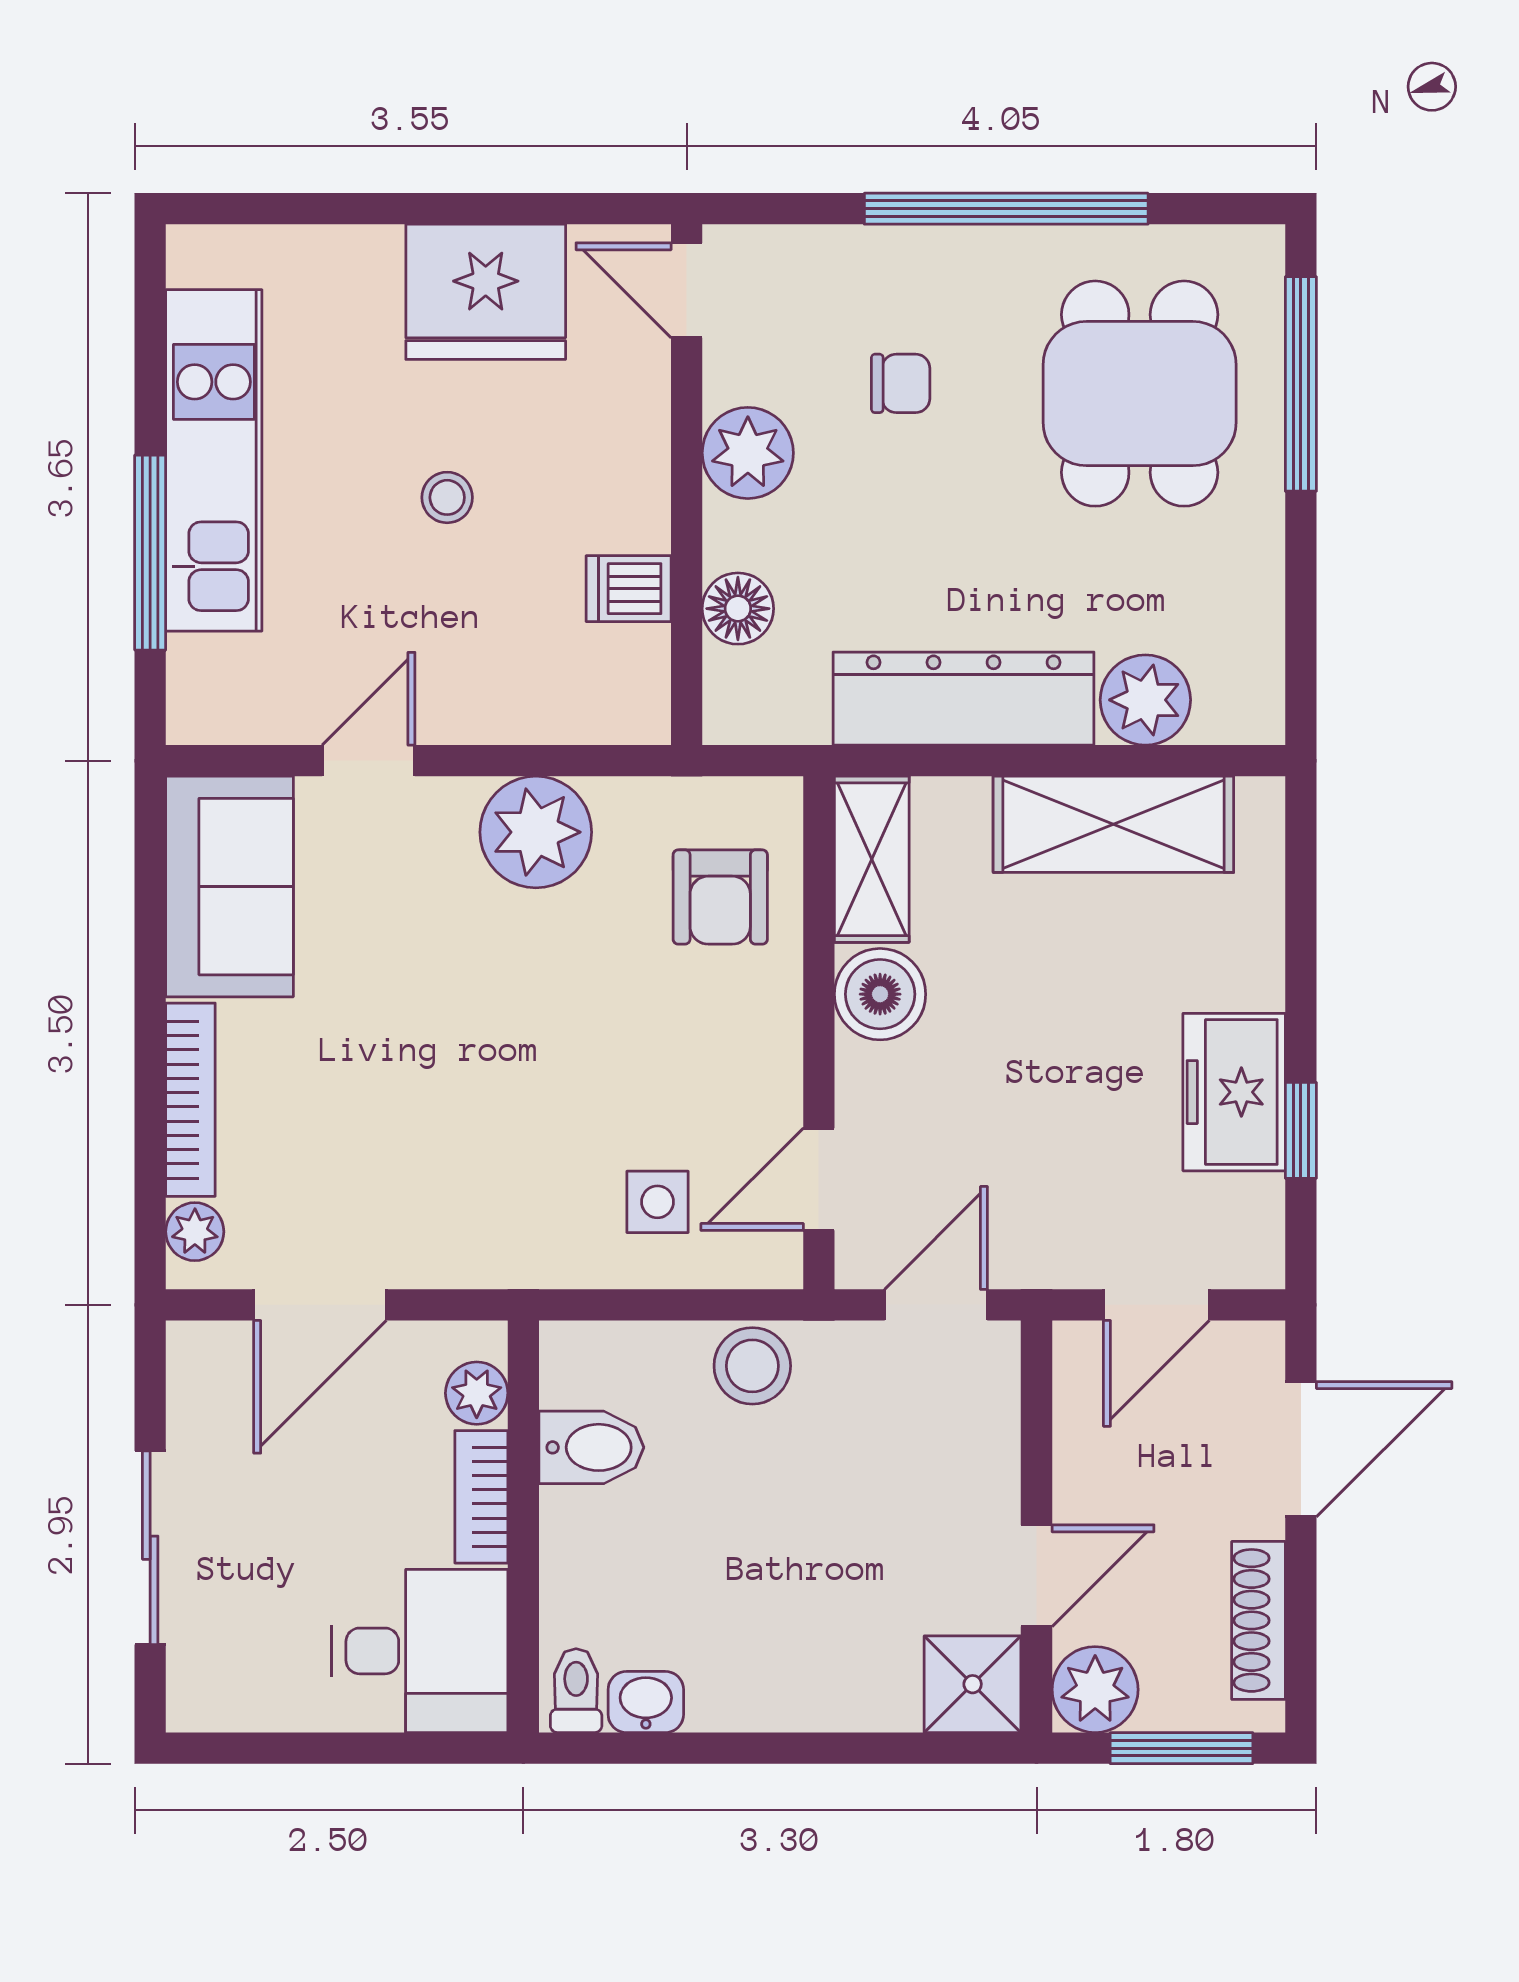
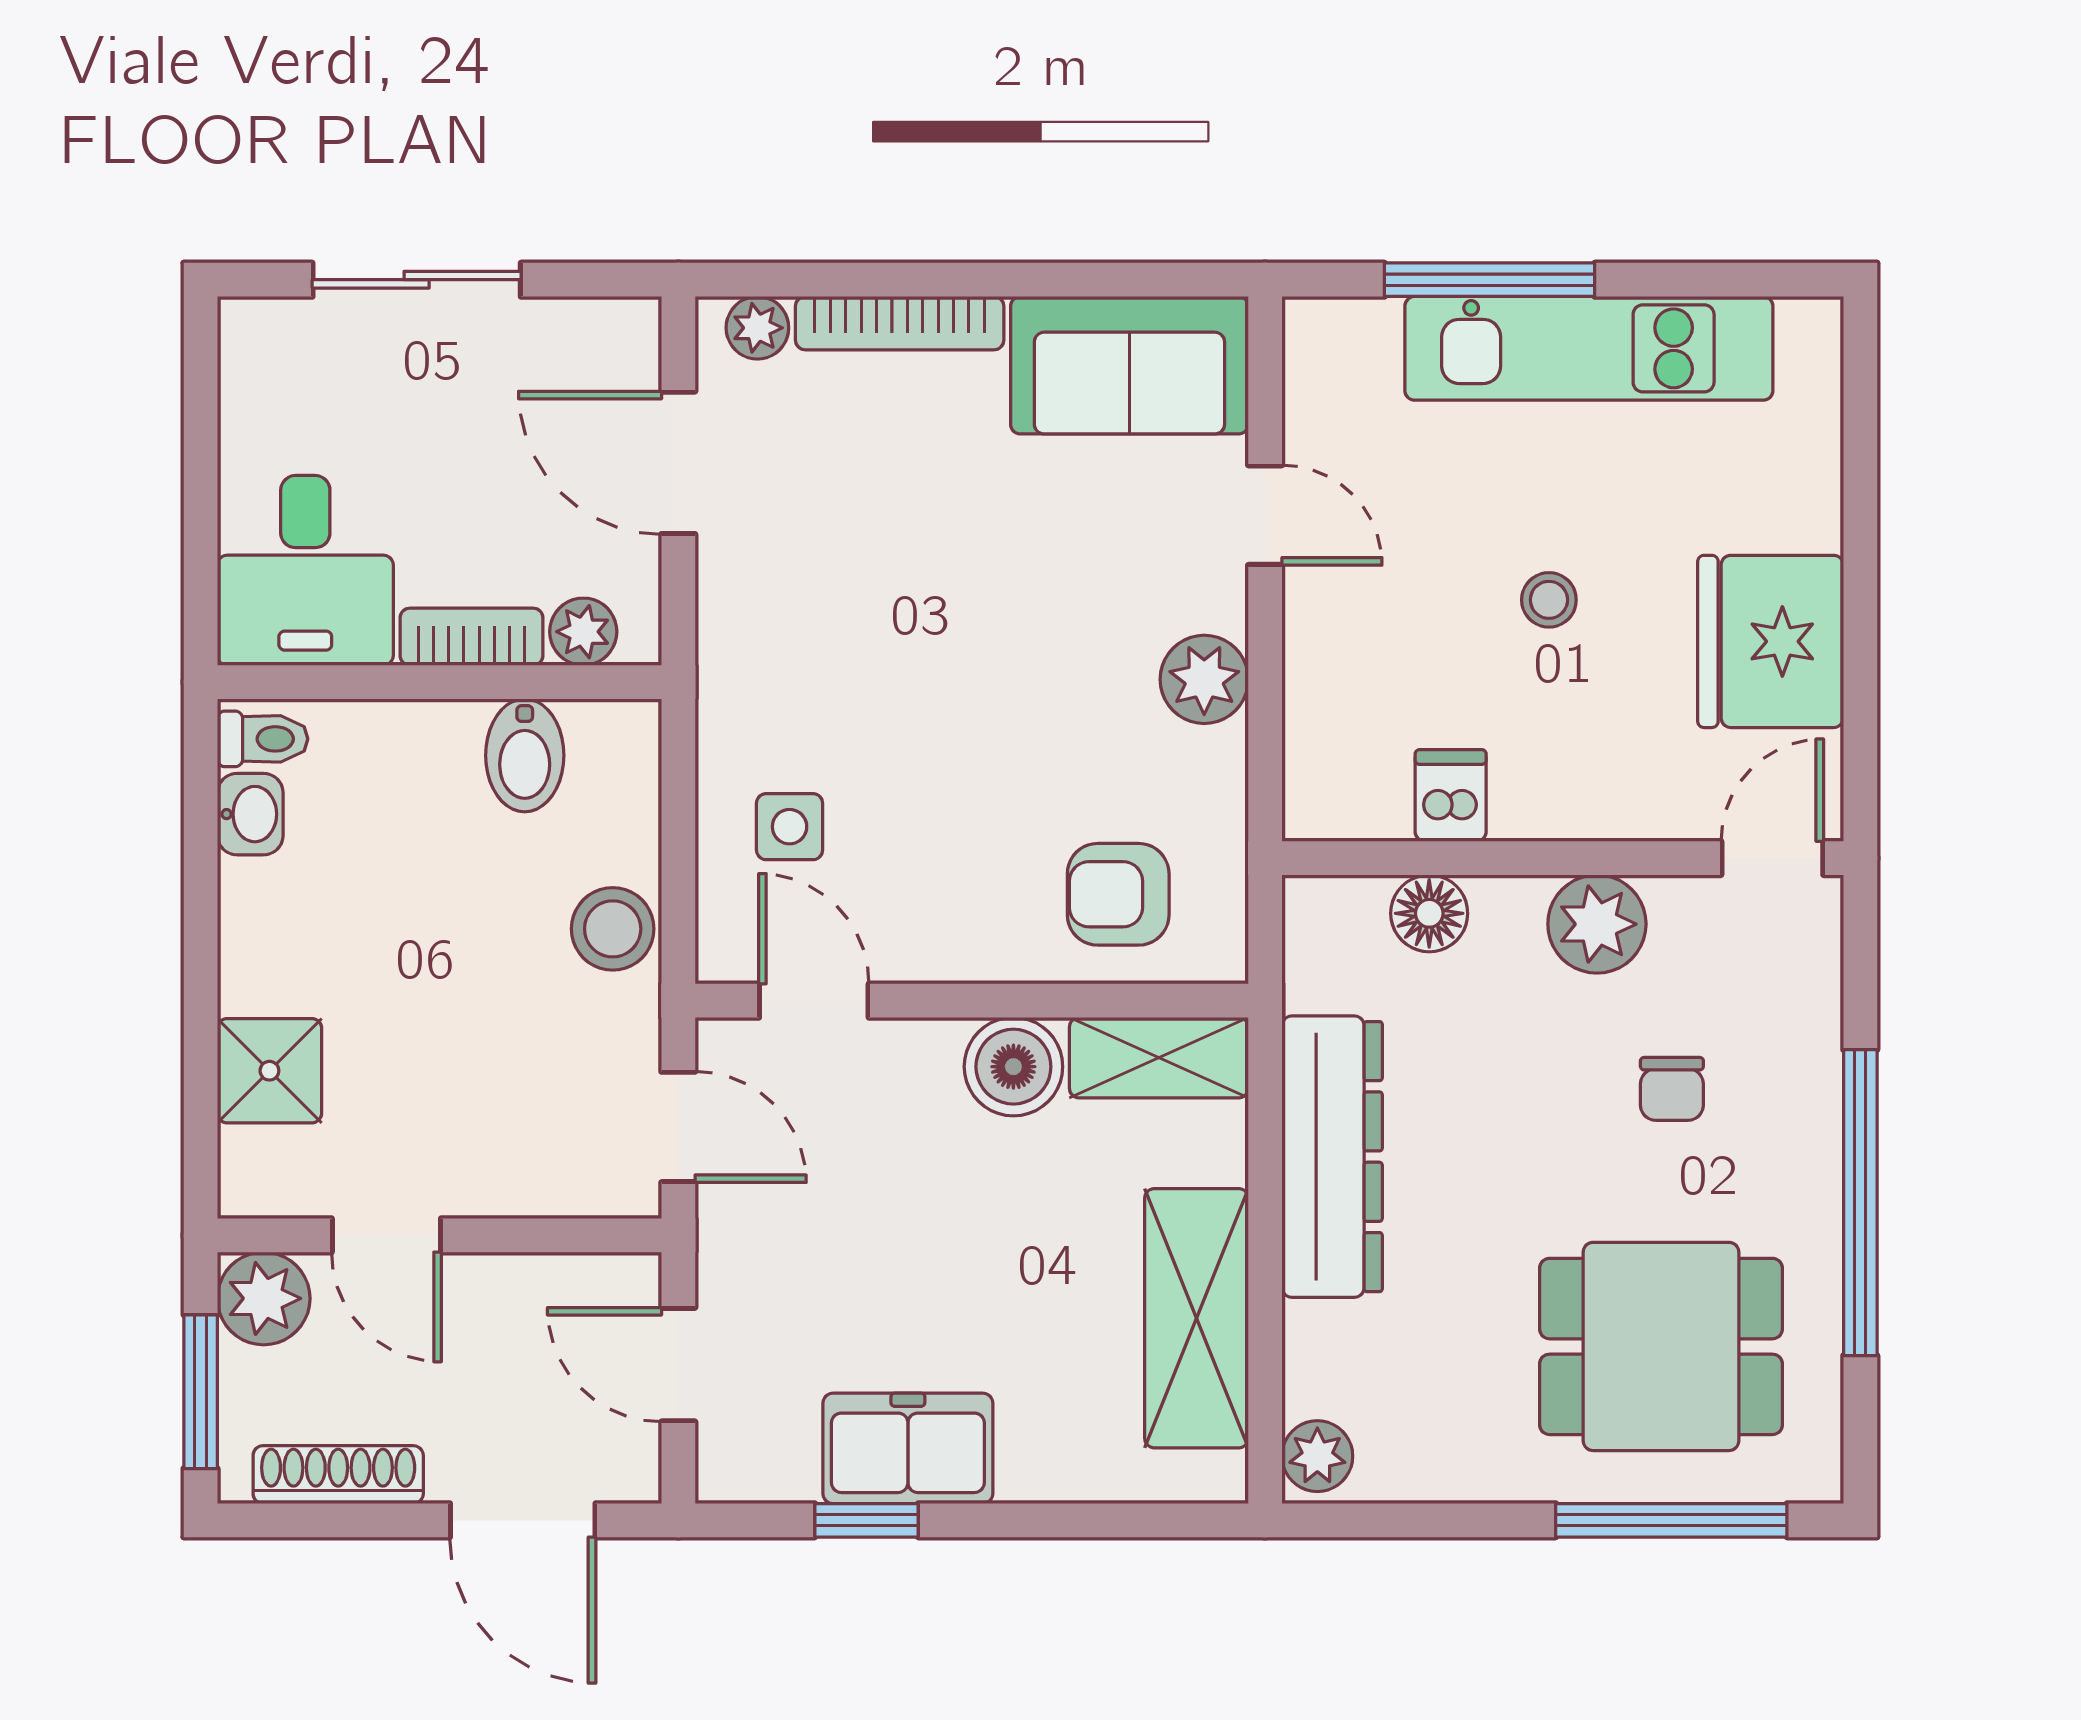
plant: (1145, 700) -> (1317, 1456), moved, width x0.73, depth x0.73
plant: (536, 832) -> (1204, 679), width x0.73, depth x0.73
shower: (973, 1684) -> (269, 1071), moved

